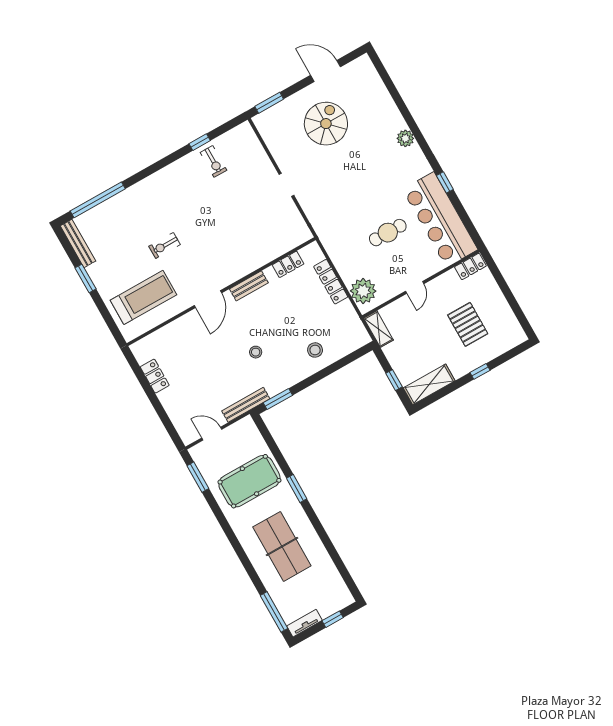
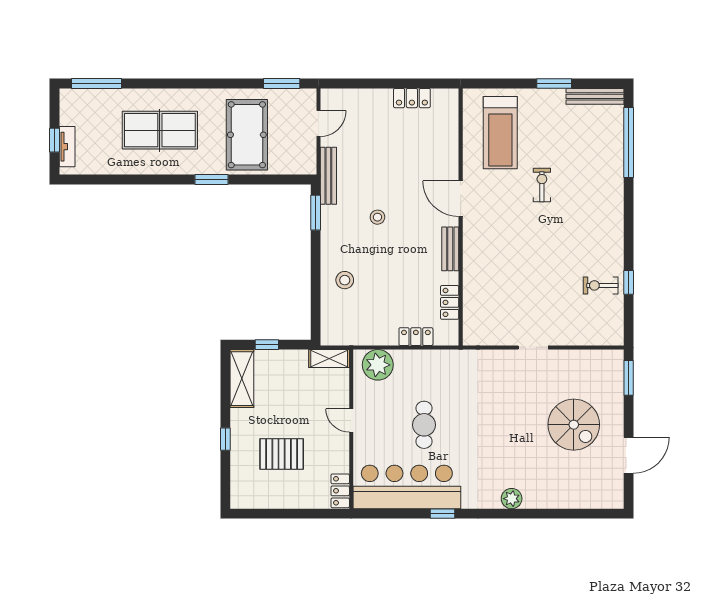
locker: (331, 282) -> (416, 337), width x0.66
tv unit: (304, 623) -> (67, 147), moved

